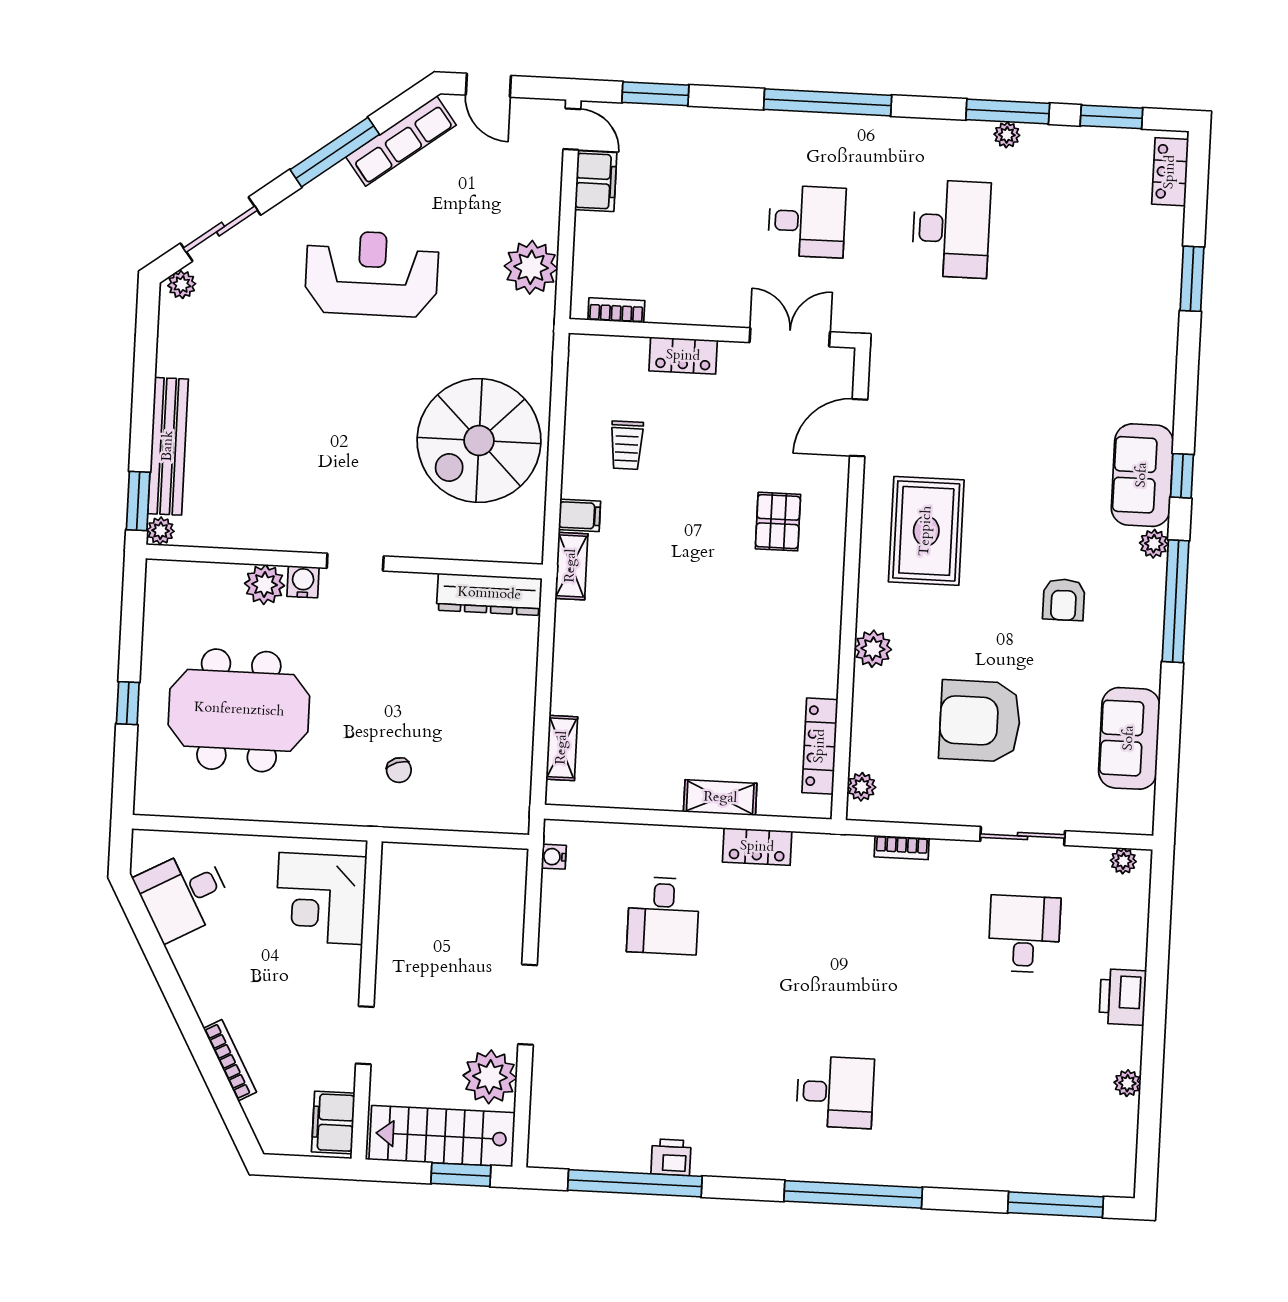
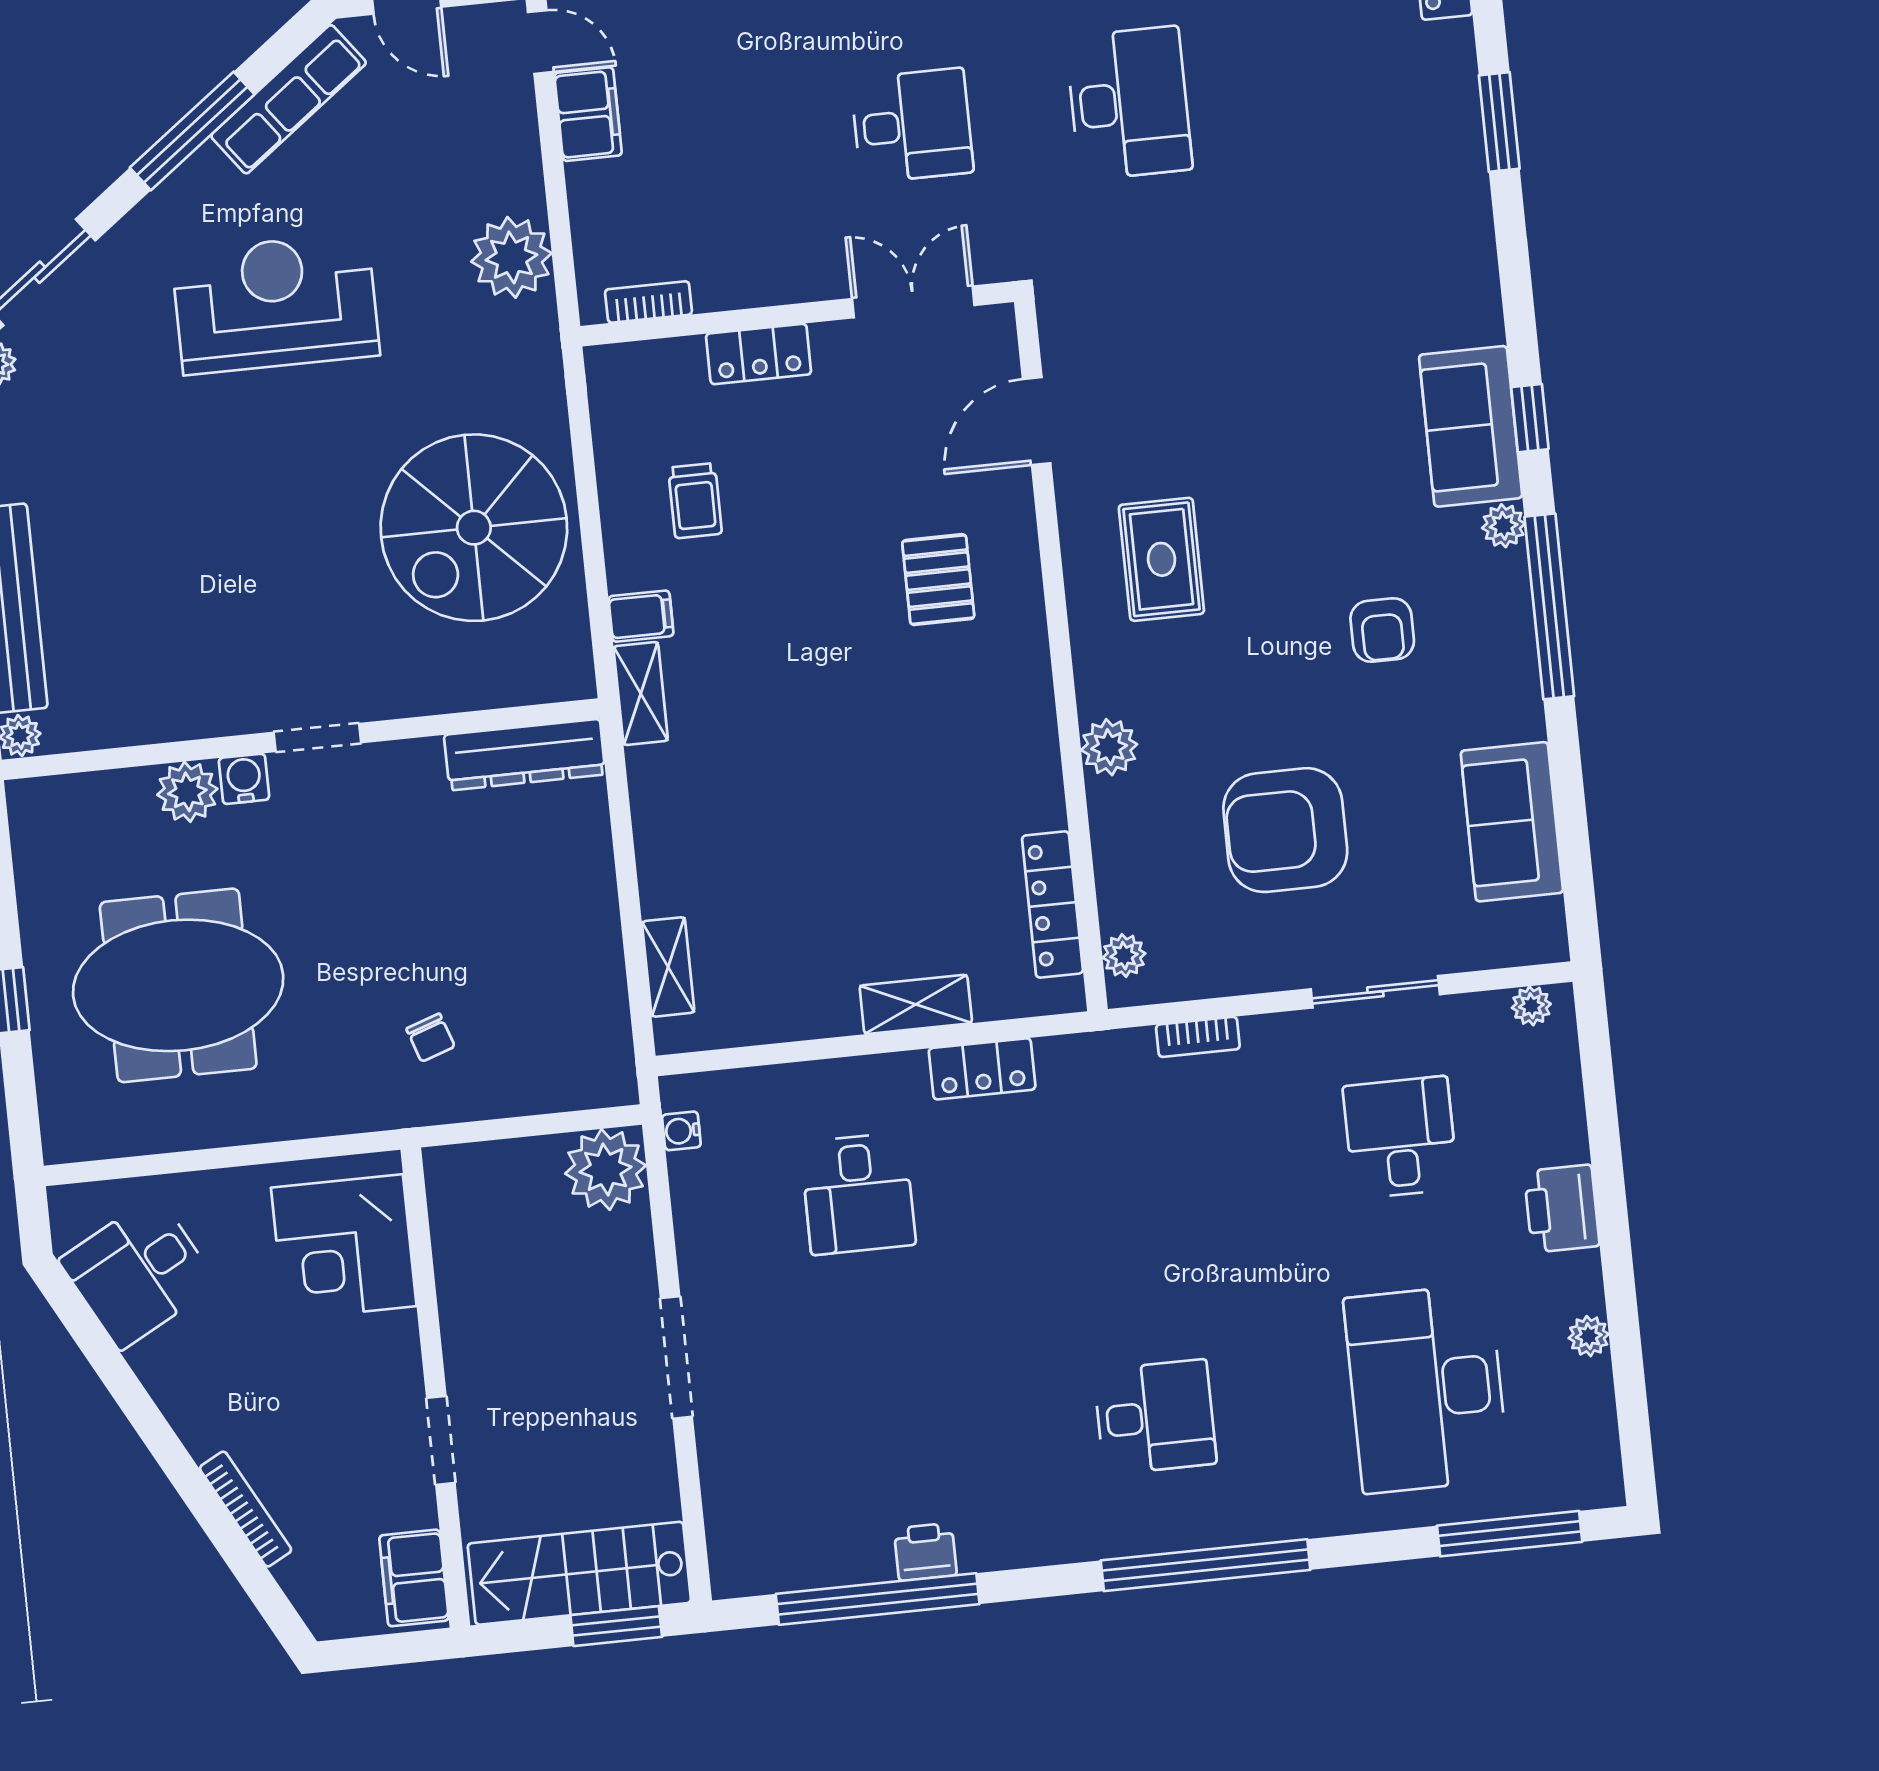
rug: (926, 531) -> (1161, 559), width x0.73, depth x0.70
plant: (490, 1077) -> (606, 1169), moved
desk: (1016, 1101) -> (1426, 1389), added

